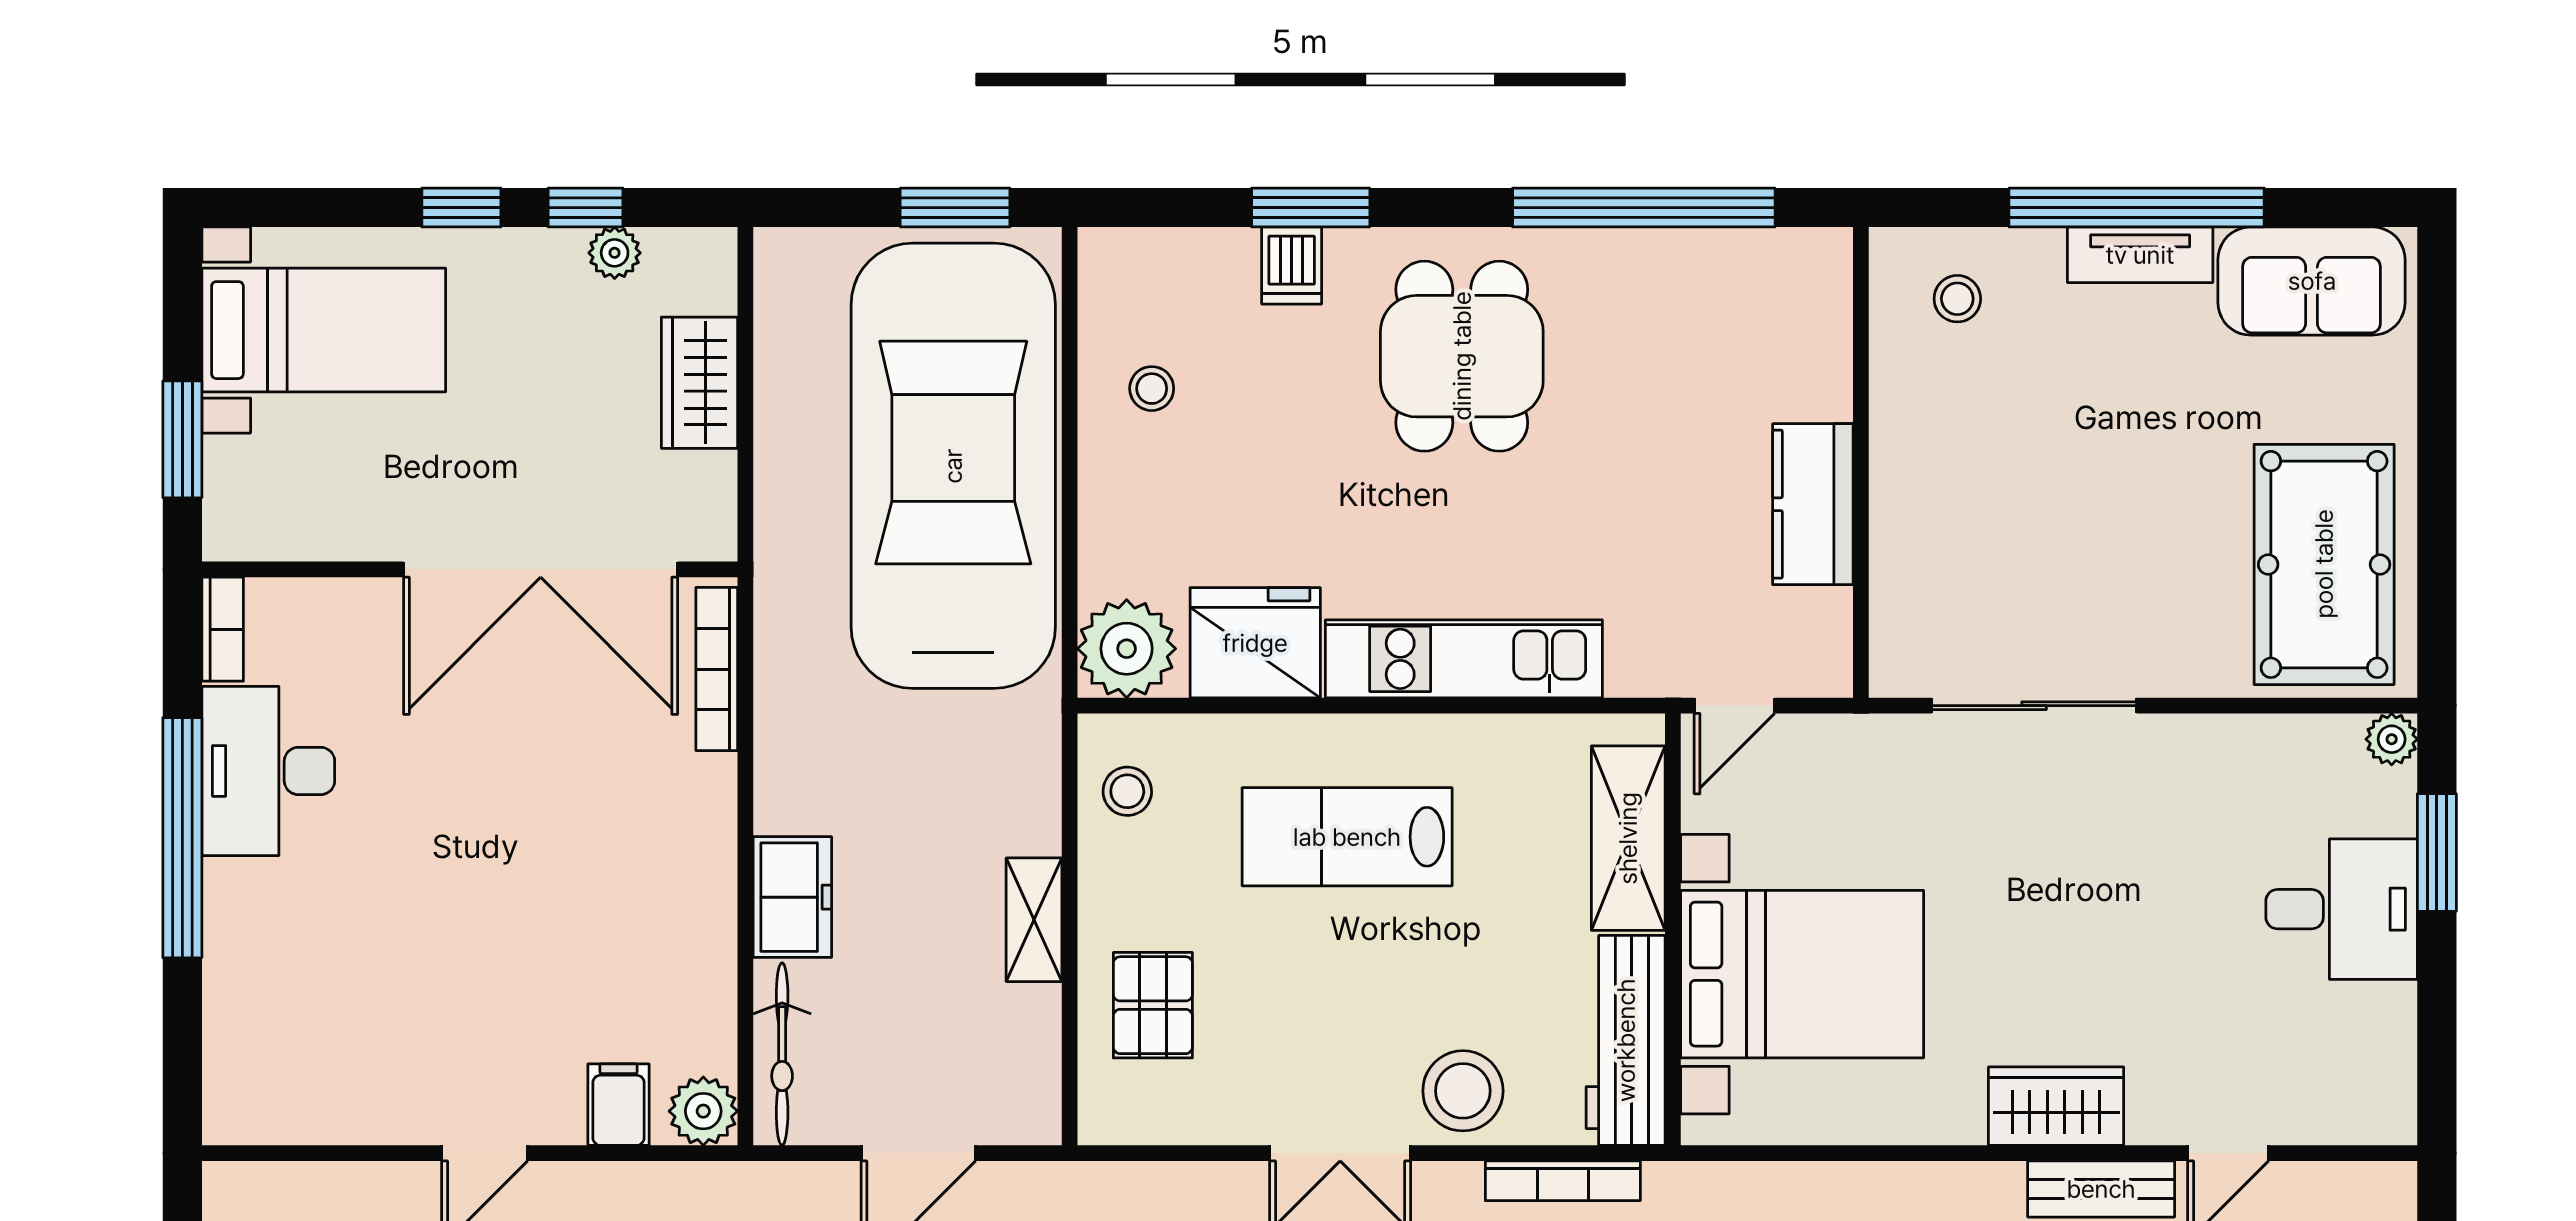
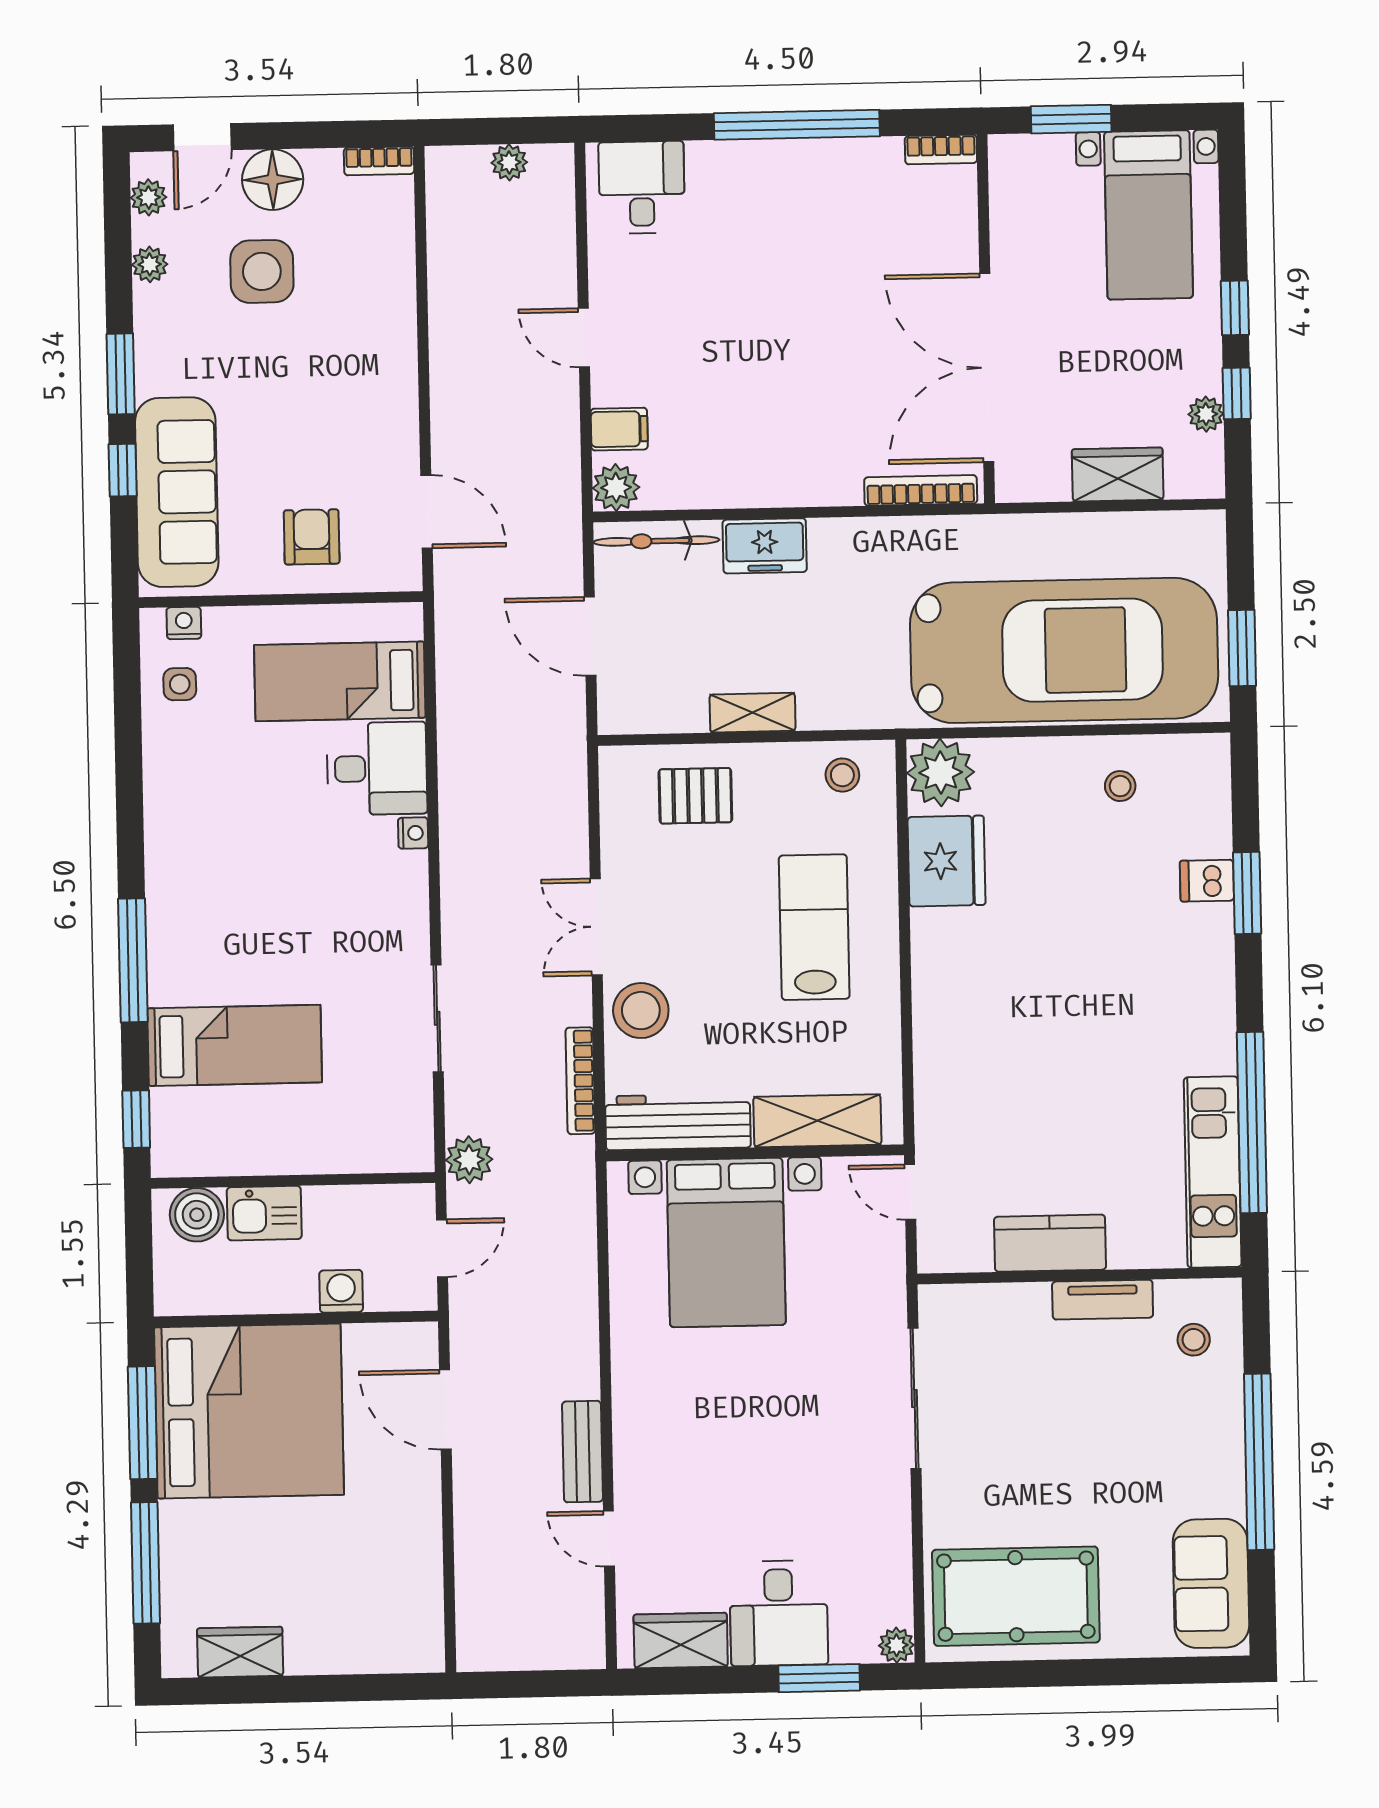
tv unit: (2140, 255) -> (1103, 1300), moved, turned -90
dining table: (1462, 356) -> (1147, 999), removed
kitchen unit: (1464, 659) -> (1213, 1172), moved, turned 180
desk: (268, 771) -> (642, 187), moved, width x0.73
wardrobe: (2056, 1106) -> (681, 1640), moved, turned -90

